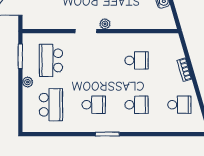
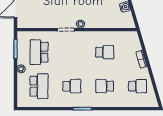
school desk: (137, 105) -> (105, 86), turned 180

